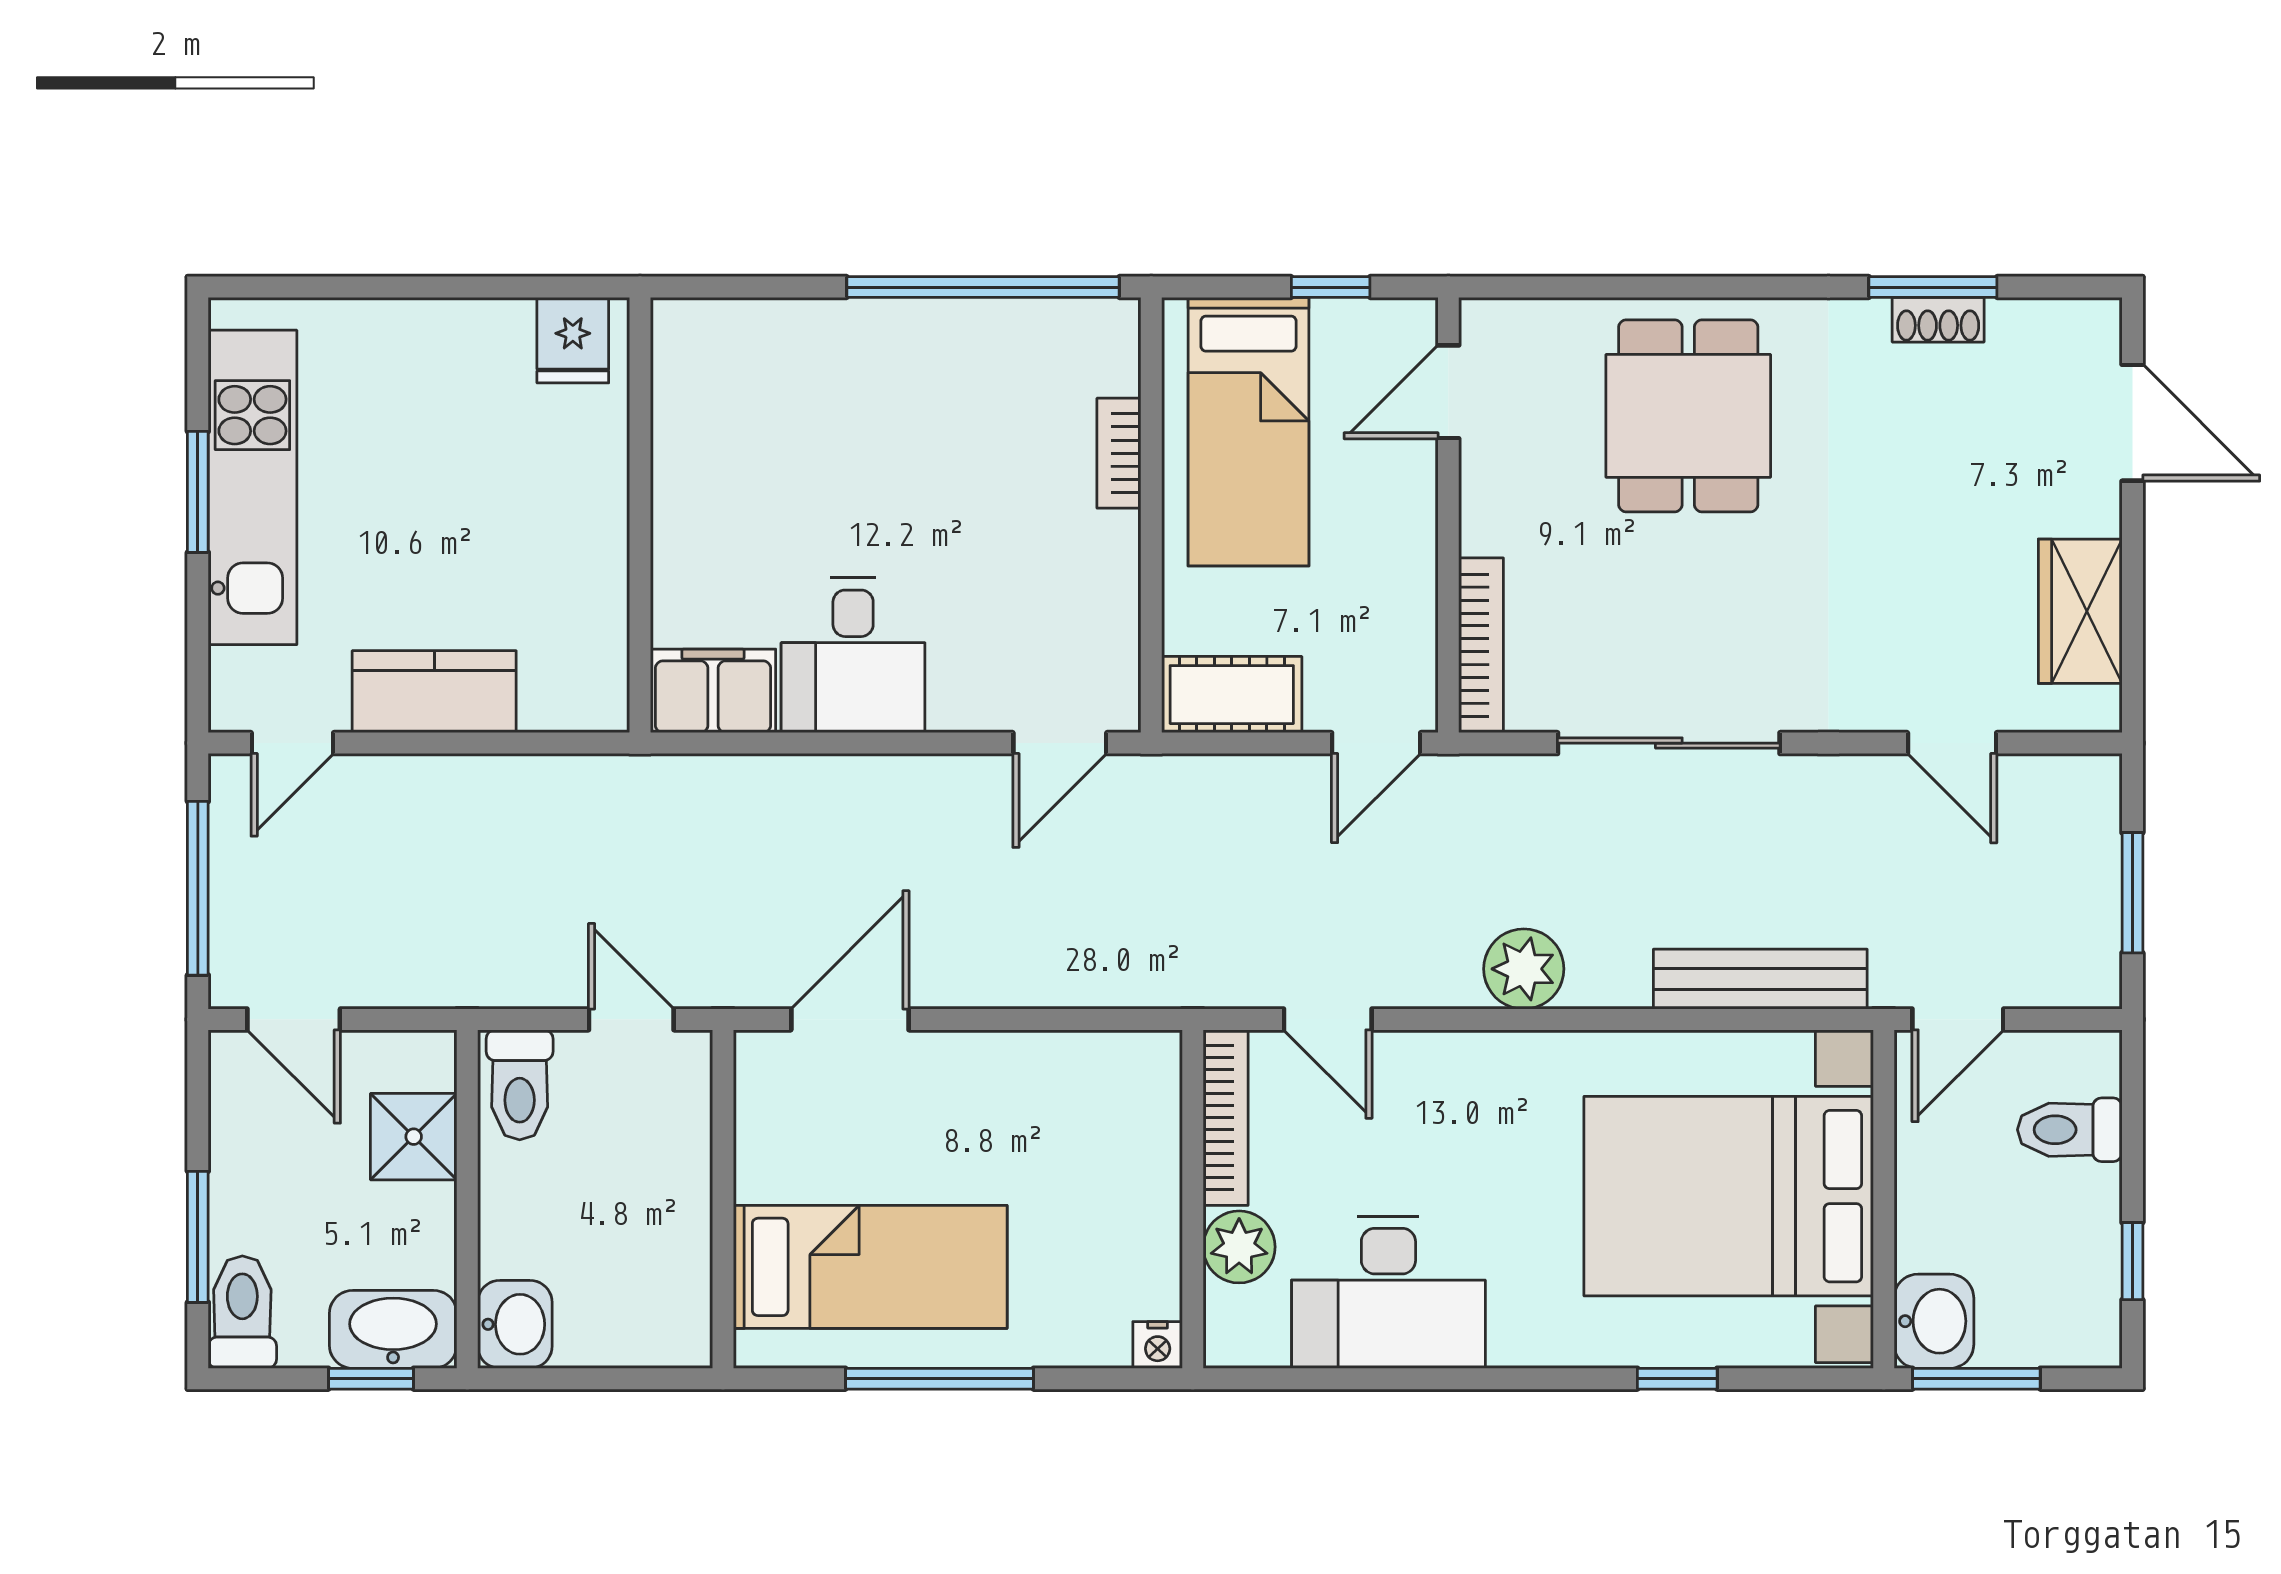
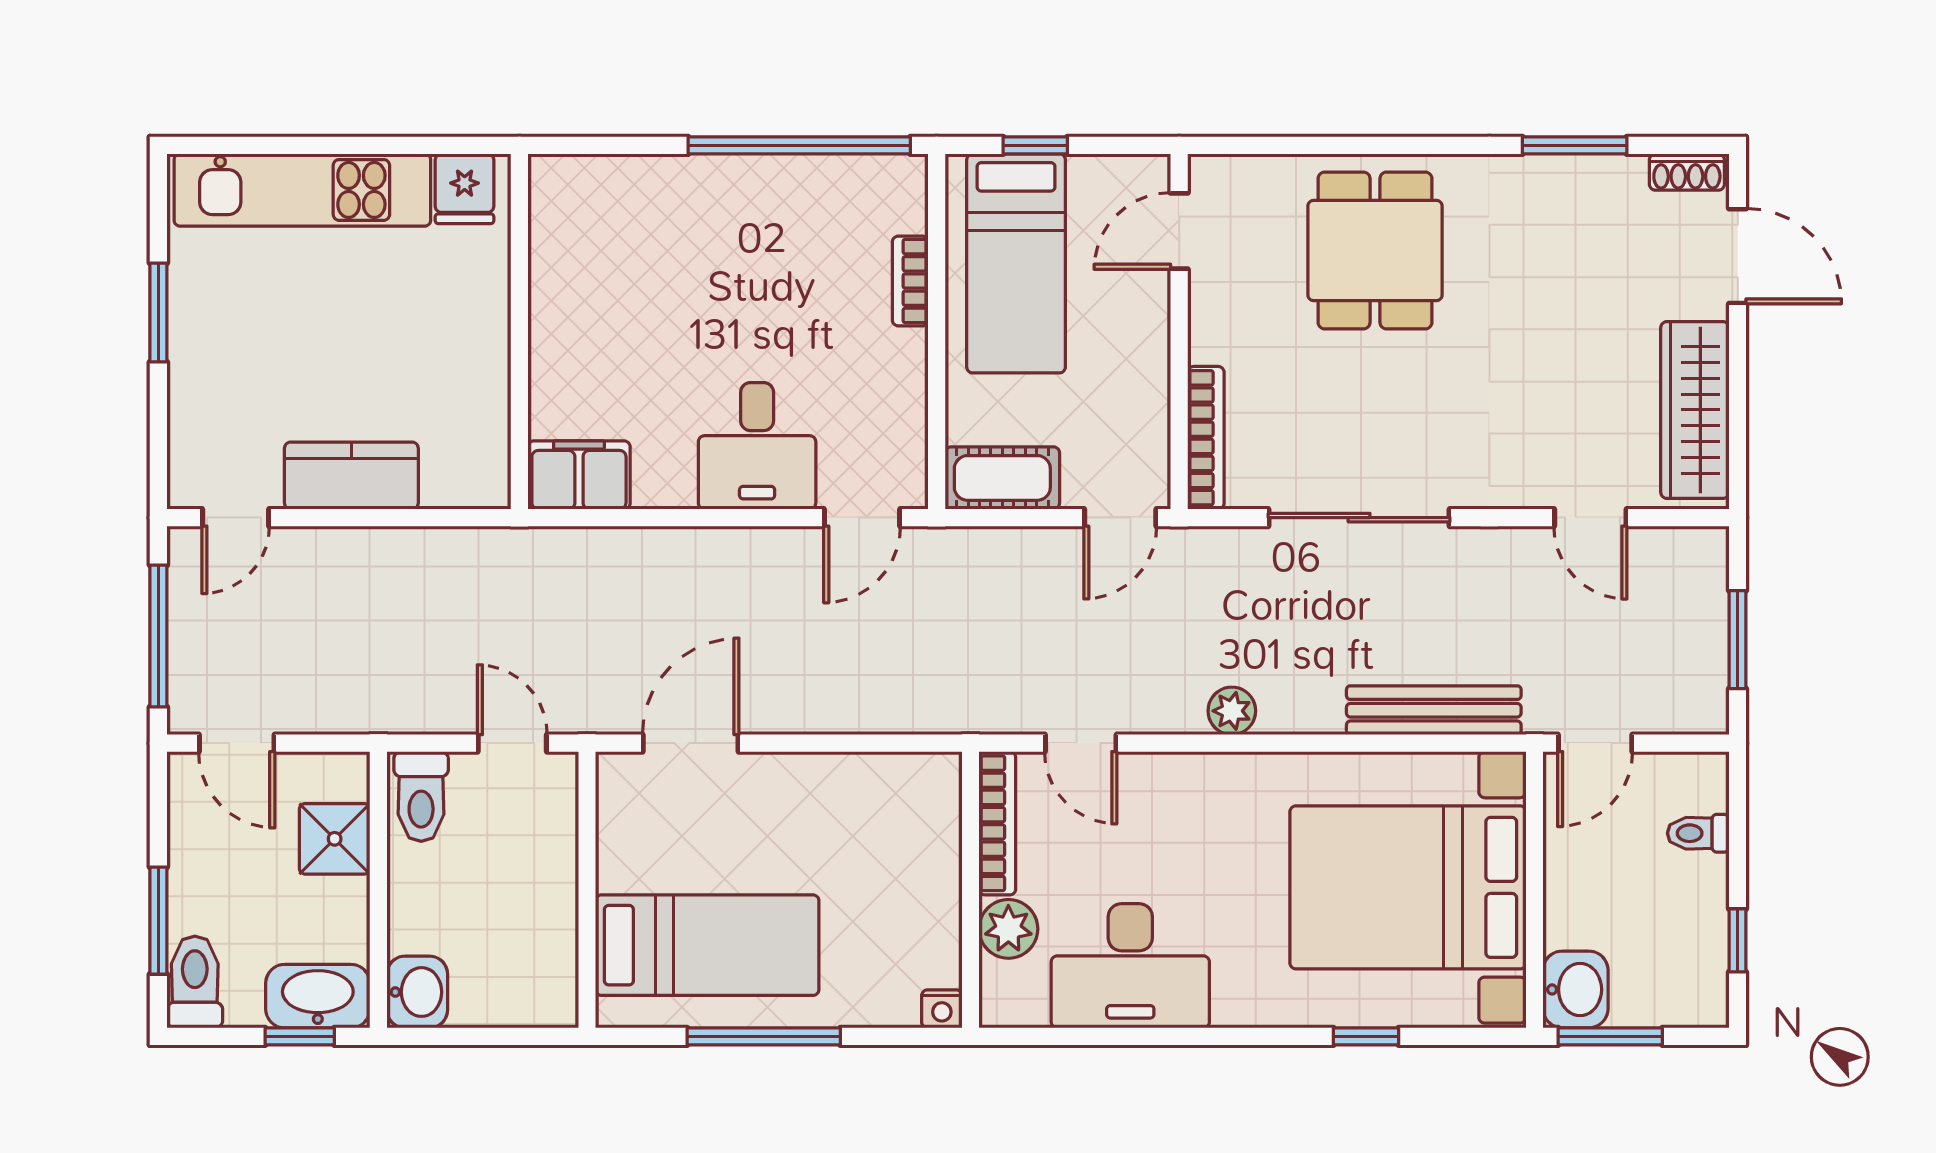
window: (1331, 287) -> (1035, 145), moved
shoe rack: (1938, 320) -> (1687, 172), moved
kitchen unit: (252, 487) -> (302, 190), moved, turned 90
wardrobe: (2080, 611) -> (1695, 410), width x1.50
desk: (853, 655) -> (757, 446), moved
plant: (1524, 969) -> (1232, 711), width x0.73, depth x0.73
toilet: (2070, 1130) -> (1698, 833), width x0.73, depth x0.72

